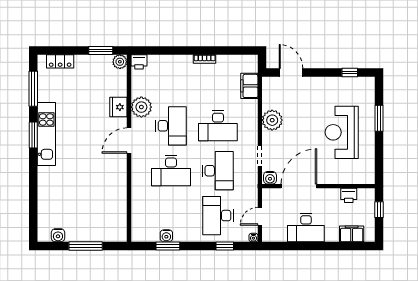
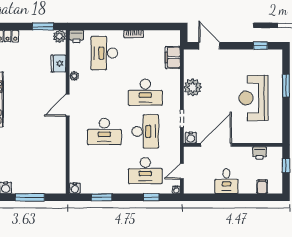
fridge: (118, 107) -> (58, 64), moved
plant: (141, 107) -> (74, 76), width x0.53, depth x0.53
desk: (171, 126) -> (104, 53), moved, turned 180
desk: (218, 216) -> (145, 171), turned -90
desk: (306, 228) -> (226, 181), width x0.73
filing cabinet: (352, 234) -> (262, 187), width x0.50
water cooler: (166, 236) -> (75, 188), moved

